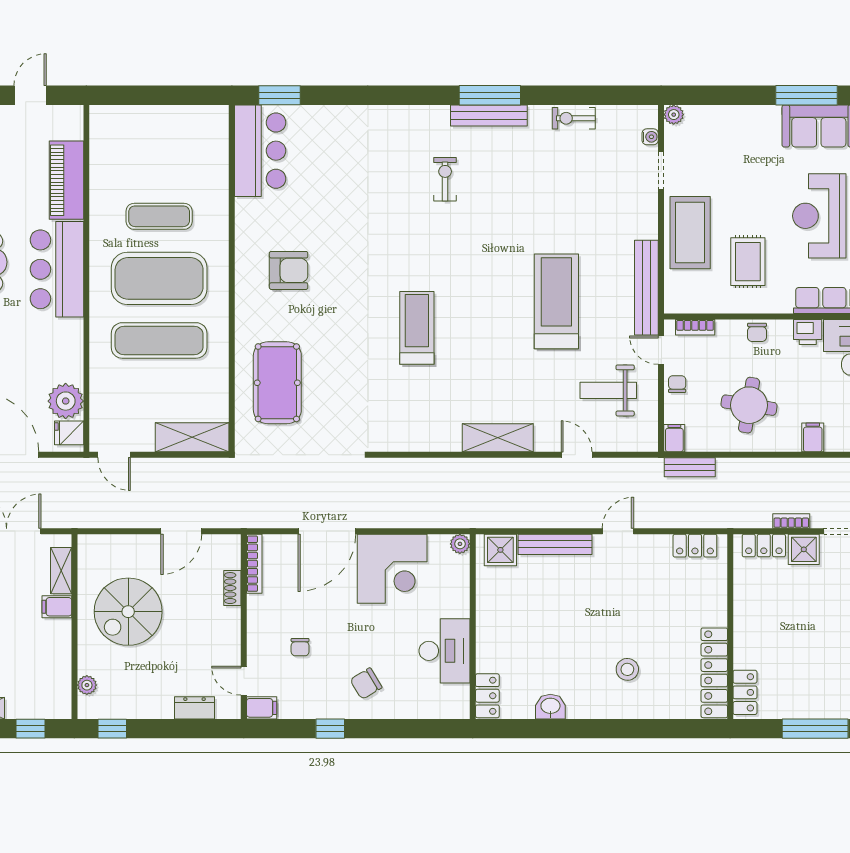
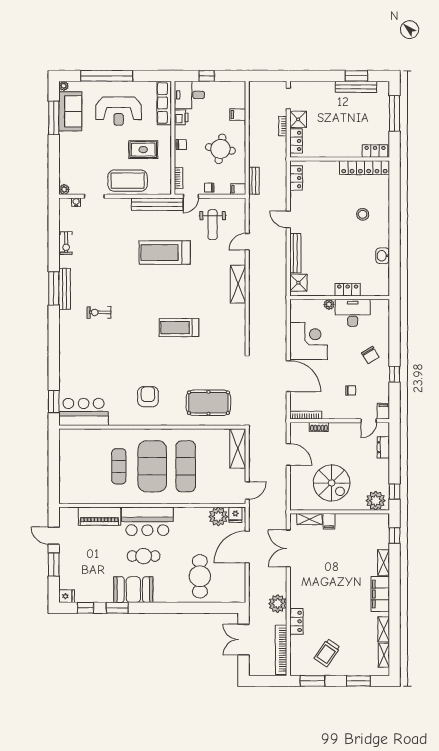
plant: (460, 544) -> (329, 304), moved
plant: (87, 685) -> (376, 501), width x1.88, depth x1.88
locker: (487, 696) -> (348, 290), moved

